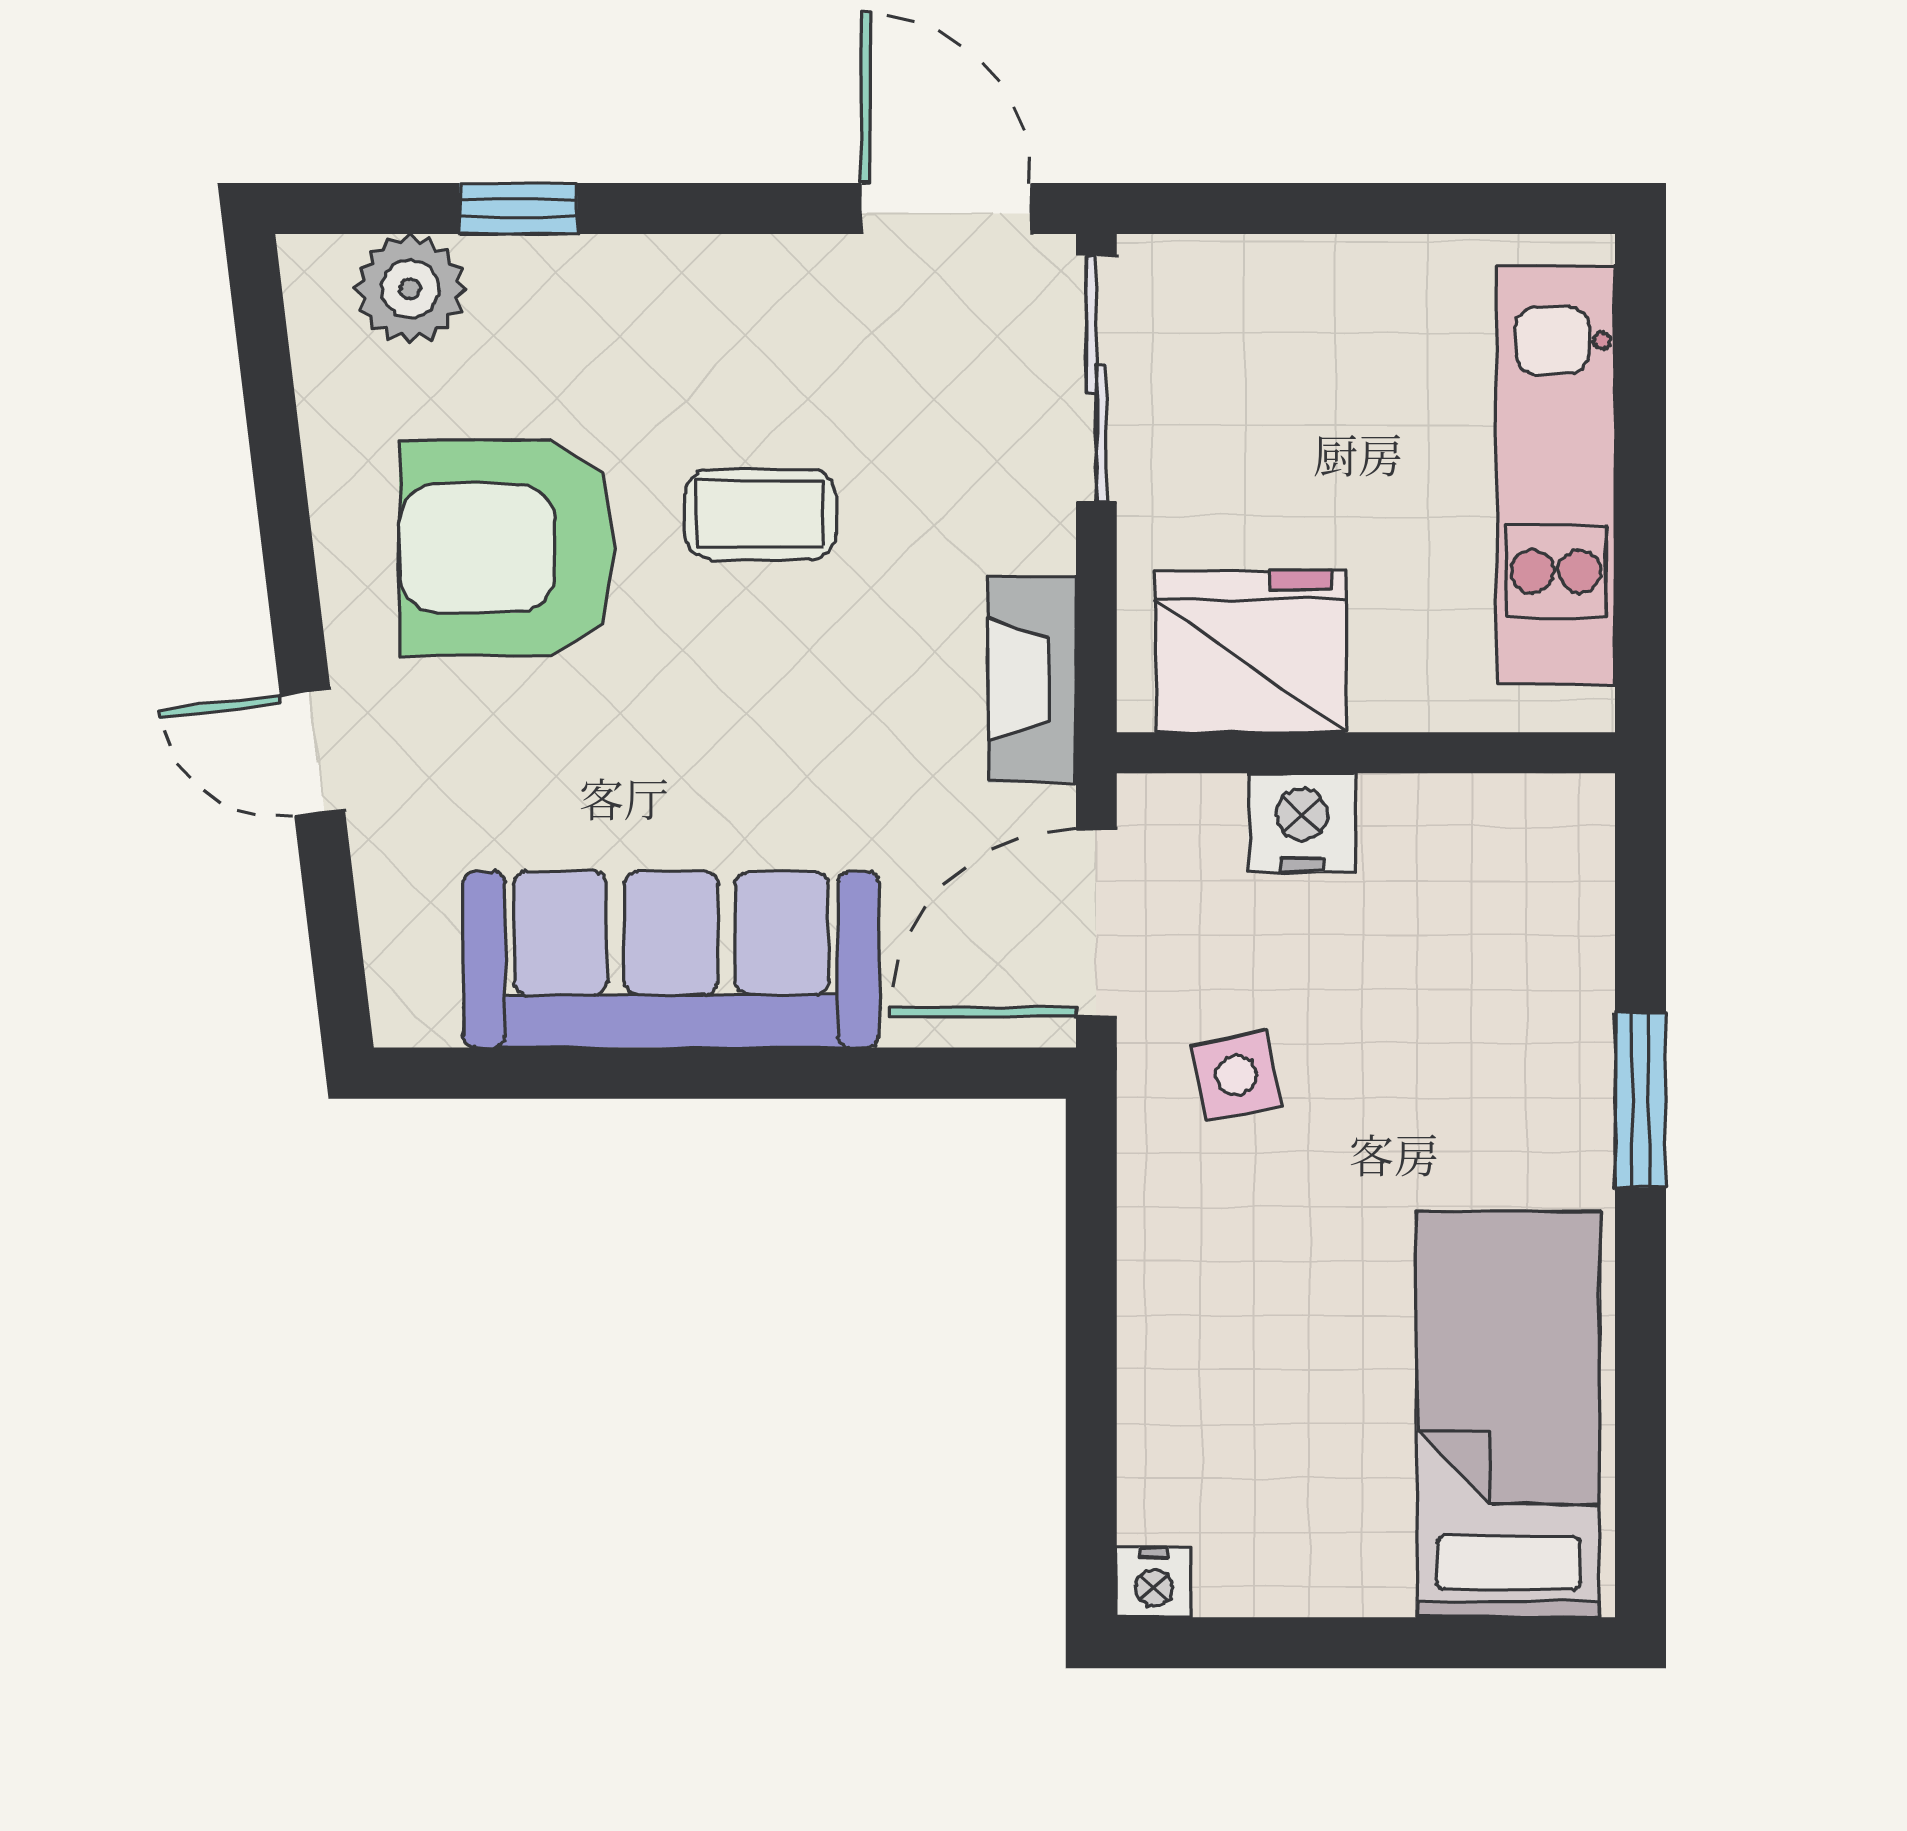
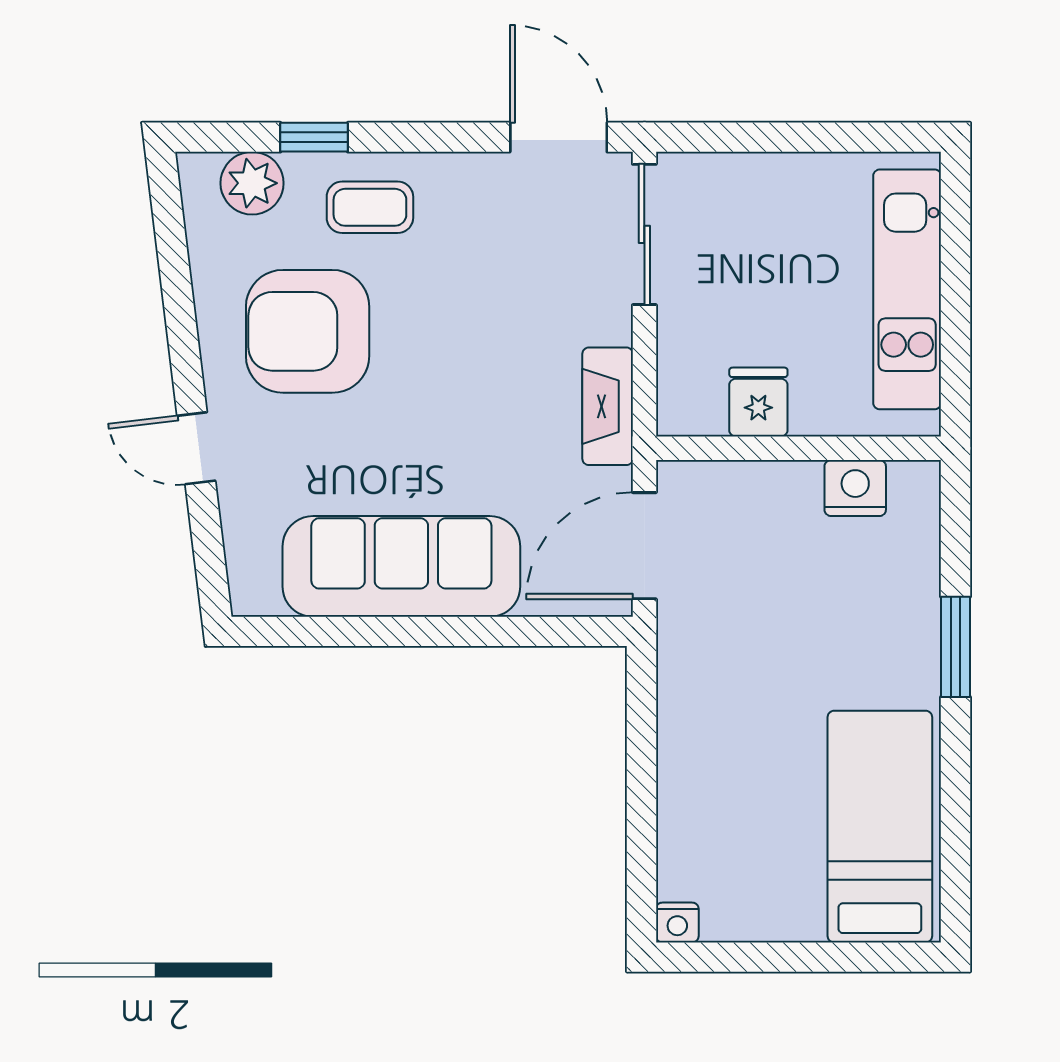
coffee table: (760, 514) -> (370, 207), moved
fridge: (1251, 651) -> (758, 402), width x0.53, depth x0.75
nightstand: (1302, 822) -> (855, 488), moved
side table: (1236, 1075) -> (724, 633), removed

